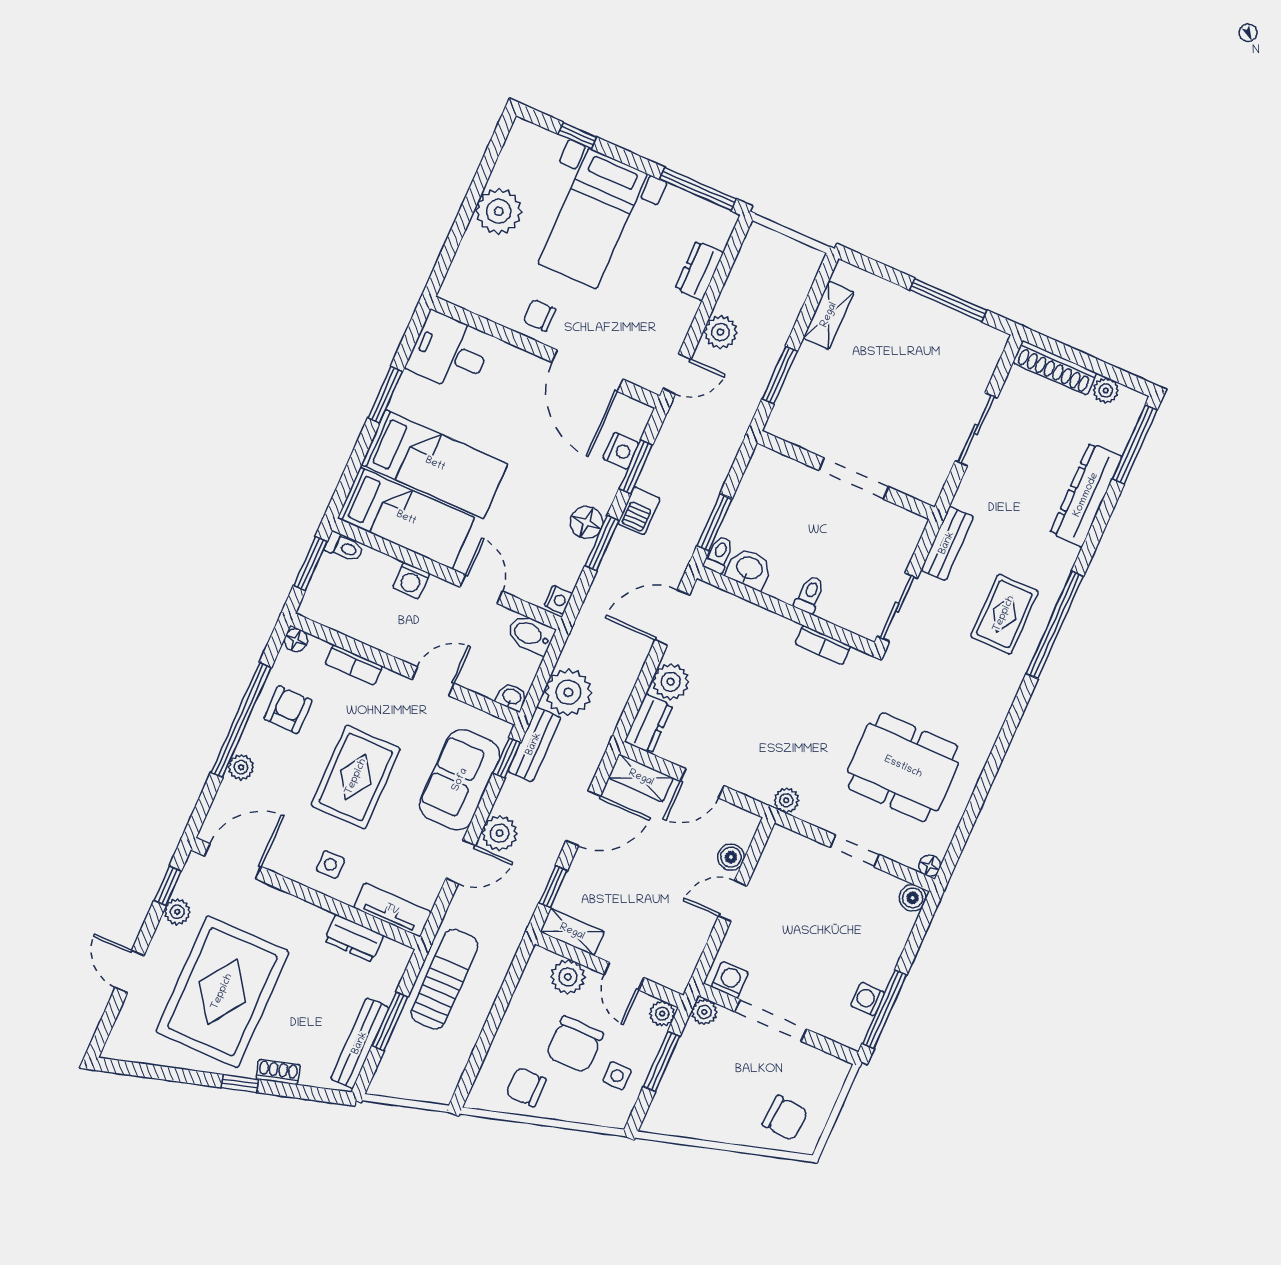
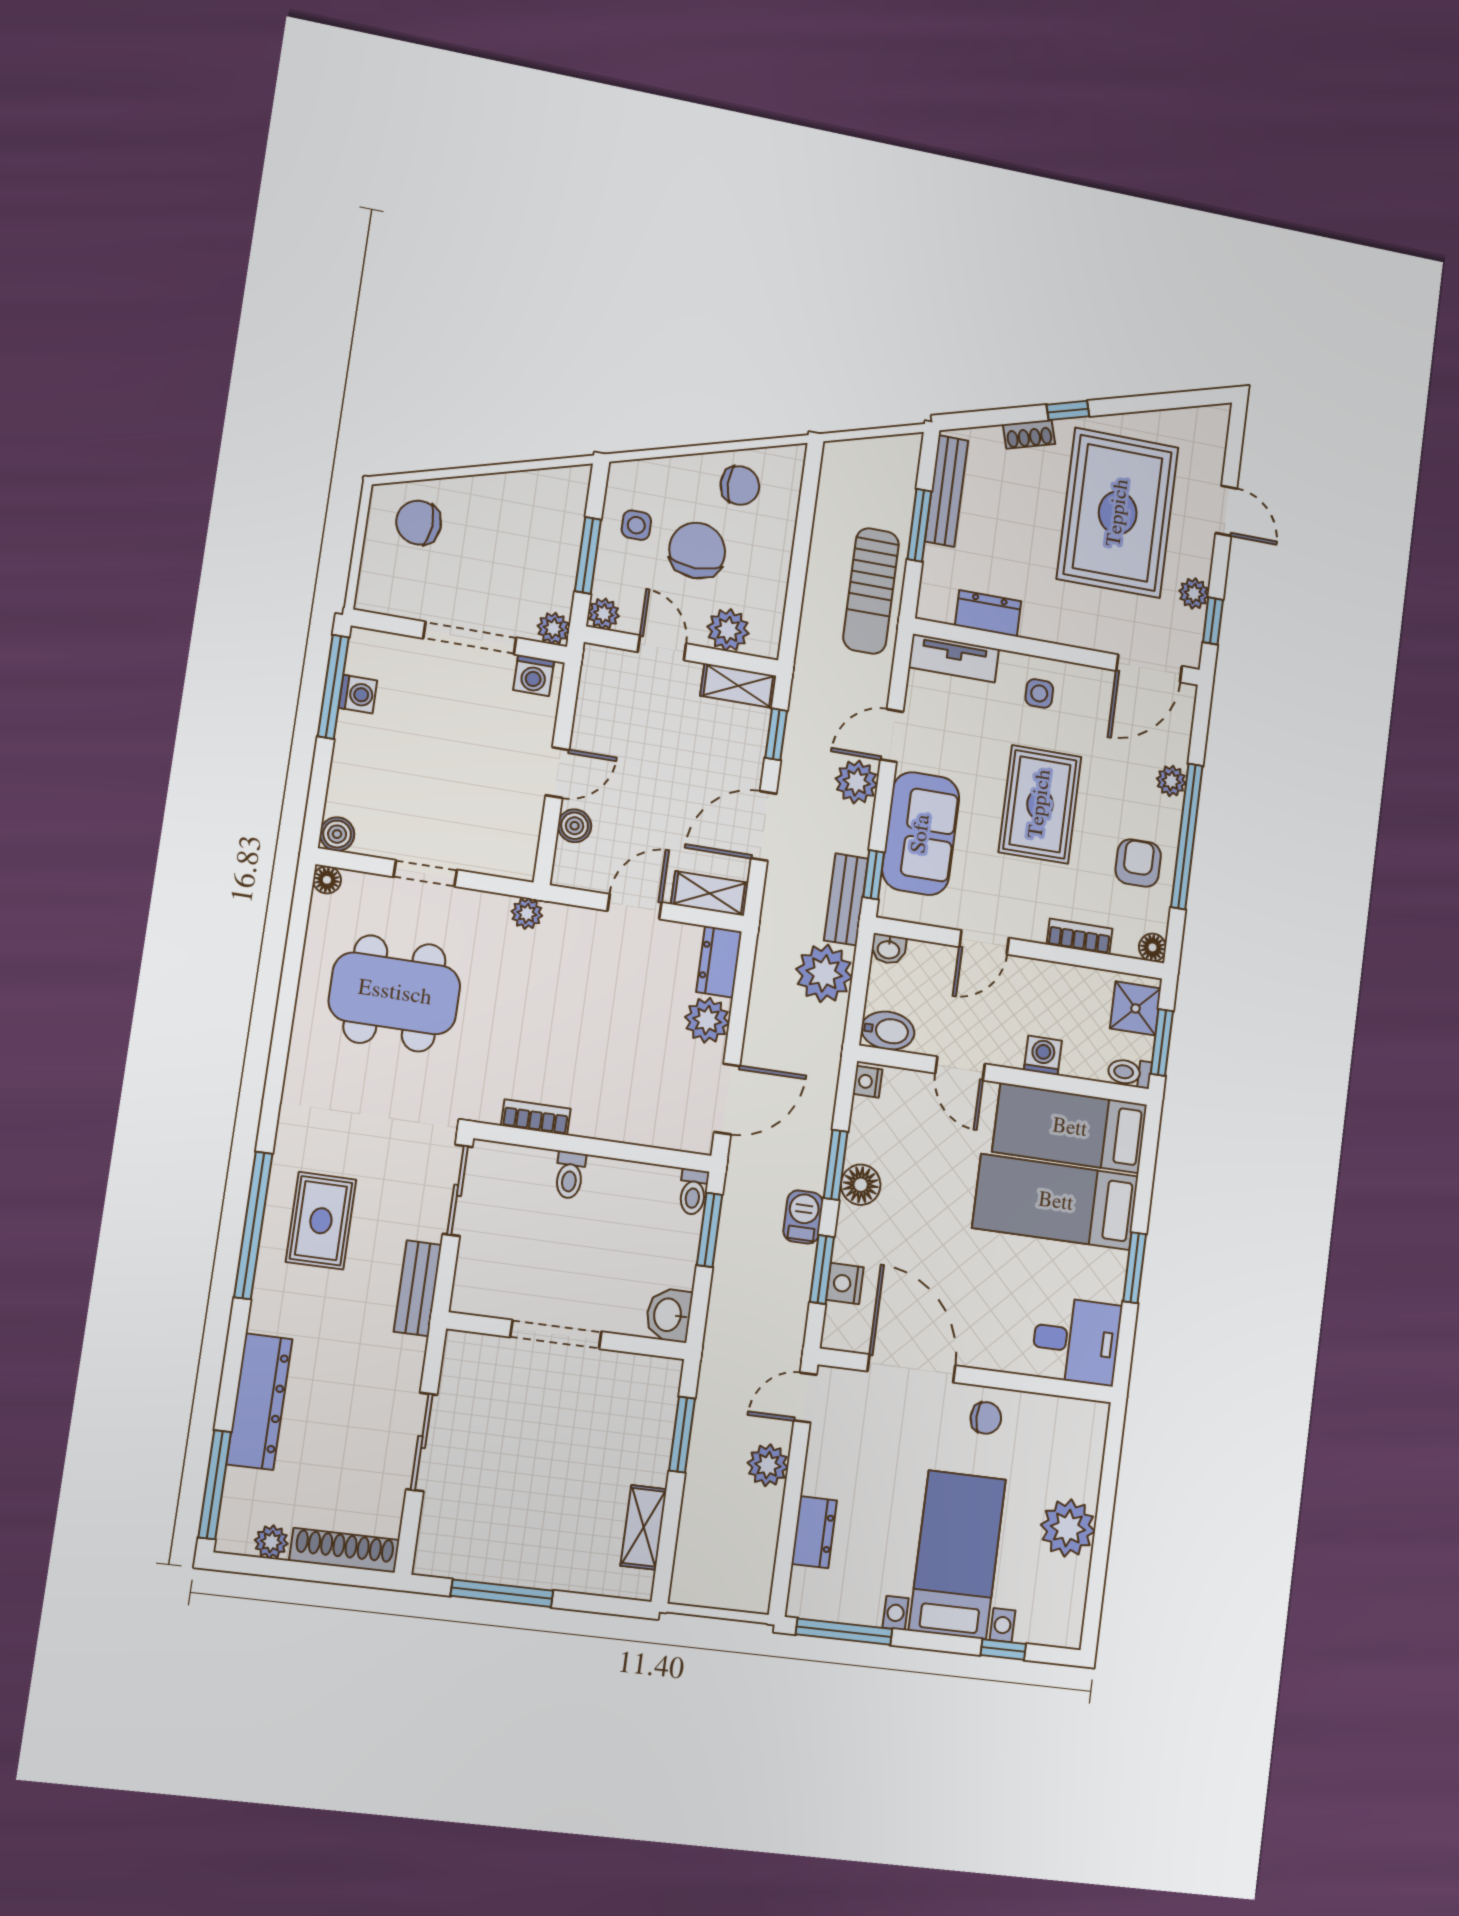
washbasin: (749, 569) -> (669, 1315), moved, turned 90
shower: (324, 596) -> (1136, 1008), added
armchair: (288, 710) -> (1138, 863), turned 180

